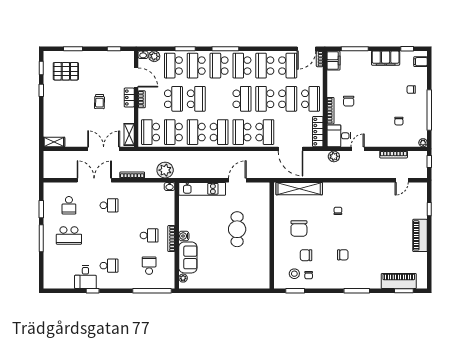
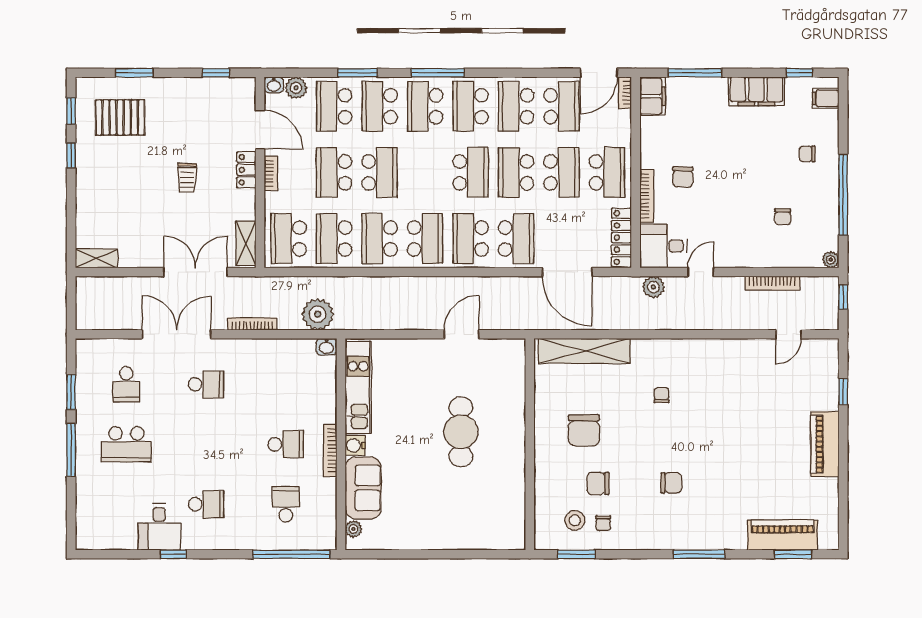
school desk: (173, 99) -> (334, 172), turned 180
kitchen unit: (202, 189) -> (358, 388), moved, turned -90

